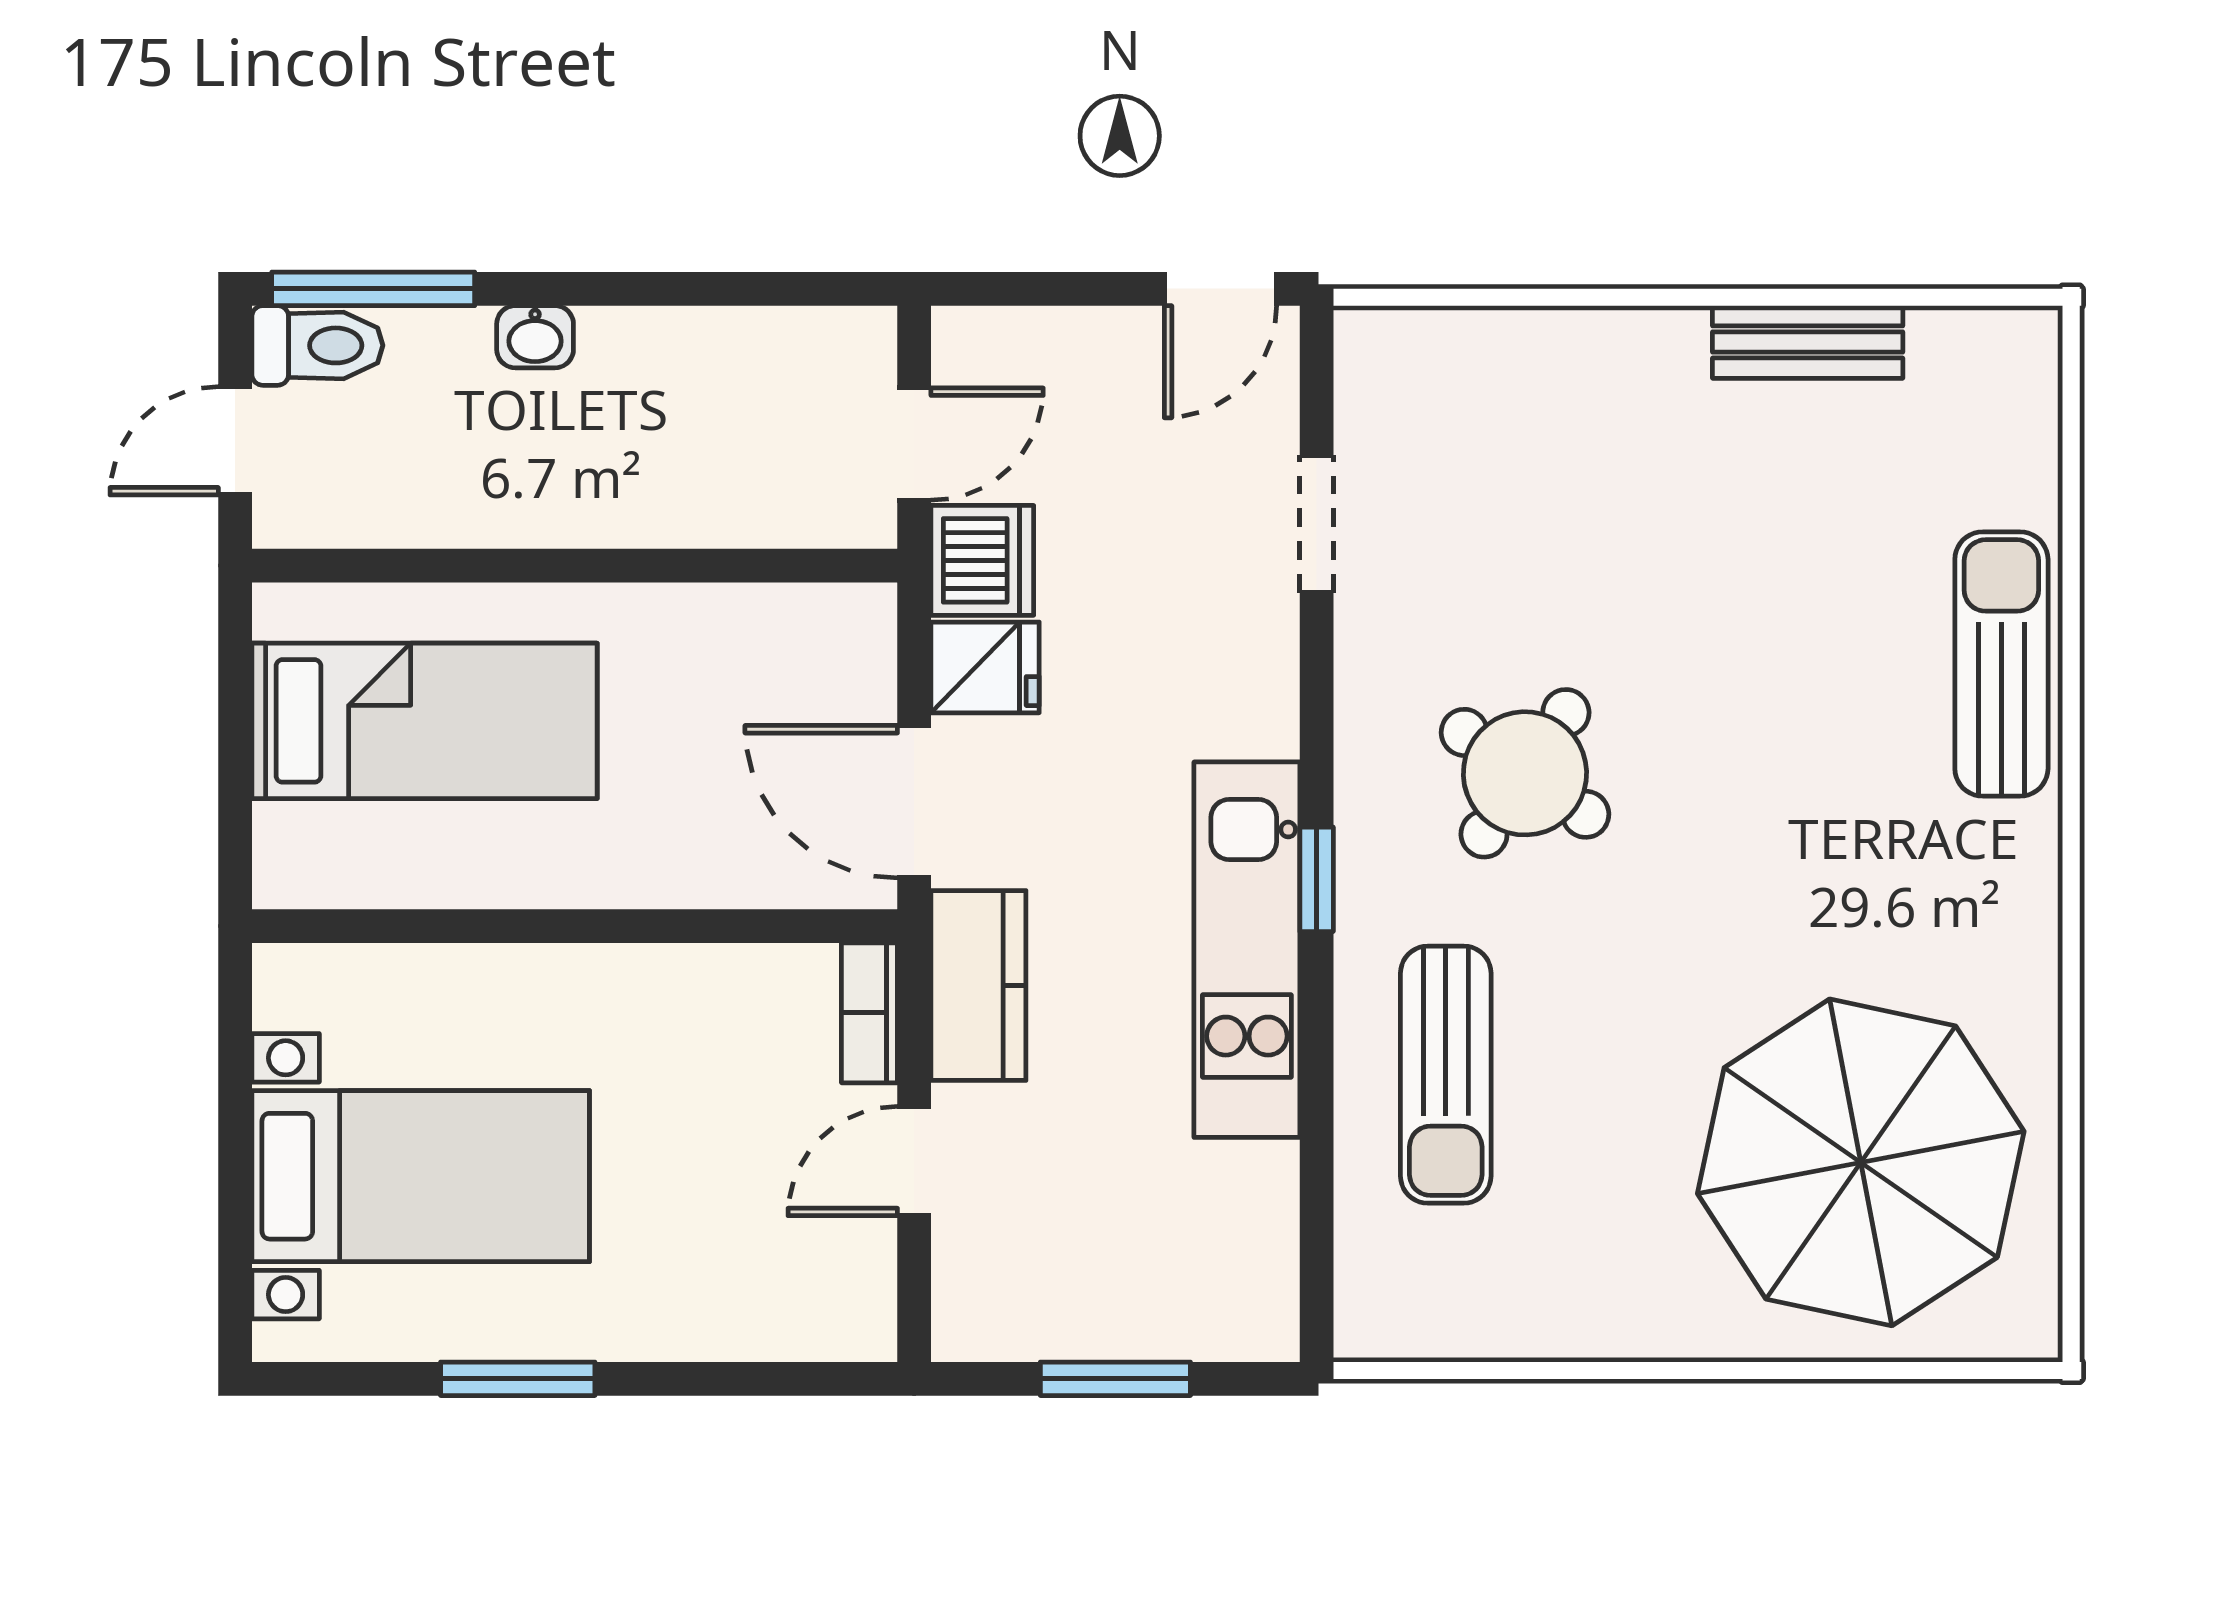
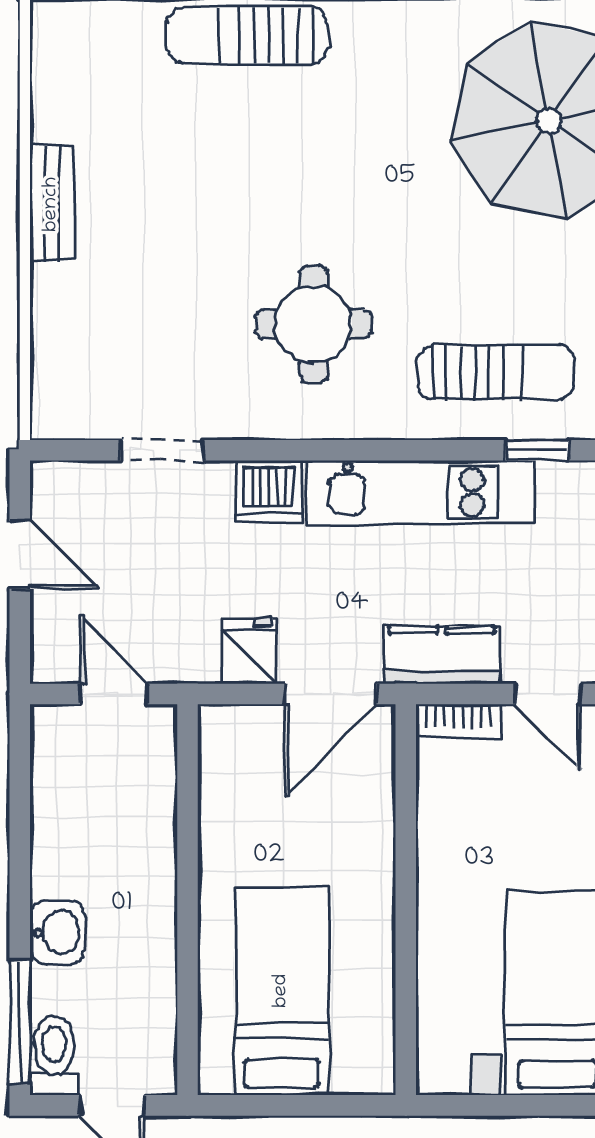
door: (1220, 289) -> (20, 555), moved
washbasin: (535, 337) -> (57, 933), width x1.38, depth x1.45
bench: (1808, 342) -> (52, 204), moved
dishwasher: (982, 560) -> (269, 492), moved, turned 180
round table: (1525, 773) -> (313, 324), turned -34
window: (1317, 879) -> (537, 450), moved

